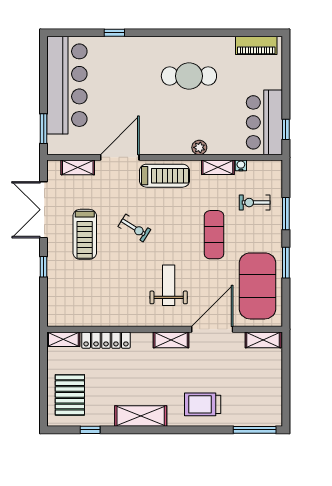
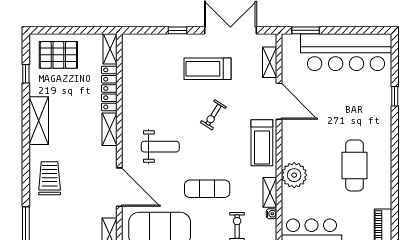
plant: (199, 147) -> (294, 175), width x1.88, depth x1.88
shelving: (171, 340) -> (110, 129), moved

